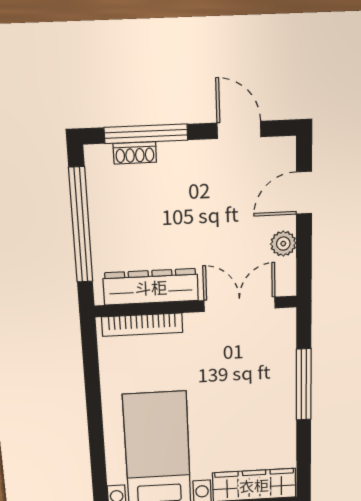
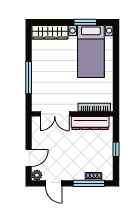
window: (81, 225) -> (116, 149), width x0.32
plant: (283, 244) -> (37, 175), moved

